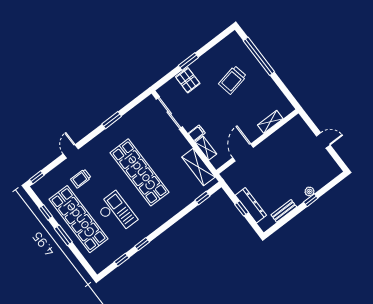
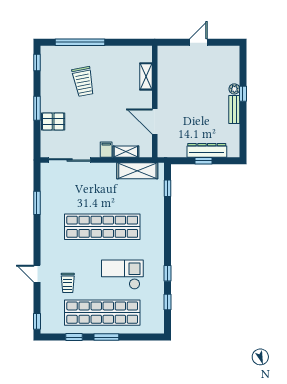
window: (221, 37) -> (37, 62), added
window: (112, 120) -> (37, 203), moved
bench: (284, 211) -> (234, 109), moved

